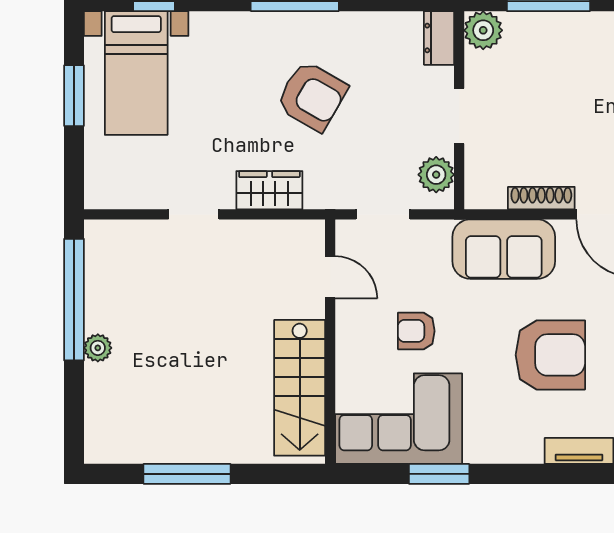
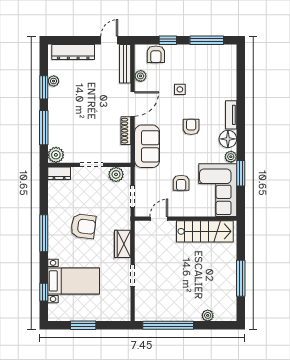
bed with nightstands: (136, 73) -> (74, 281), moved
armchair: (312, 96) -> (83, 226), turned 67
plant: (98, 348) -> (208, 315), moved
armchair: (550, 355) -> (191, 127), width x0.53, depth x0.53
floor lamp: (521, 443) -> (228, 139), added
plant: (479, 450) -> (231, 157), added

